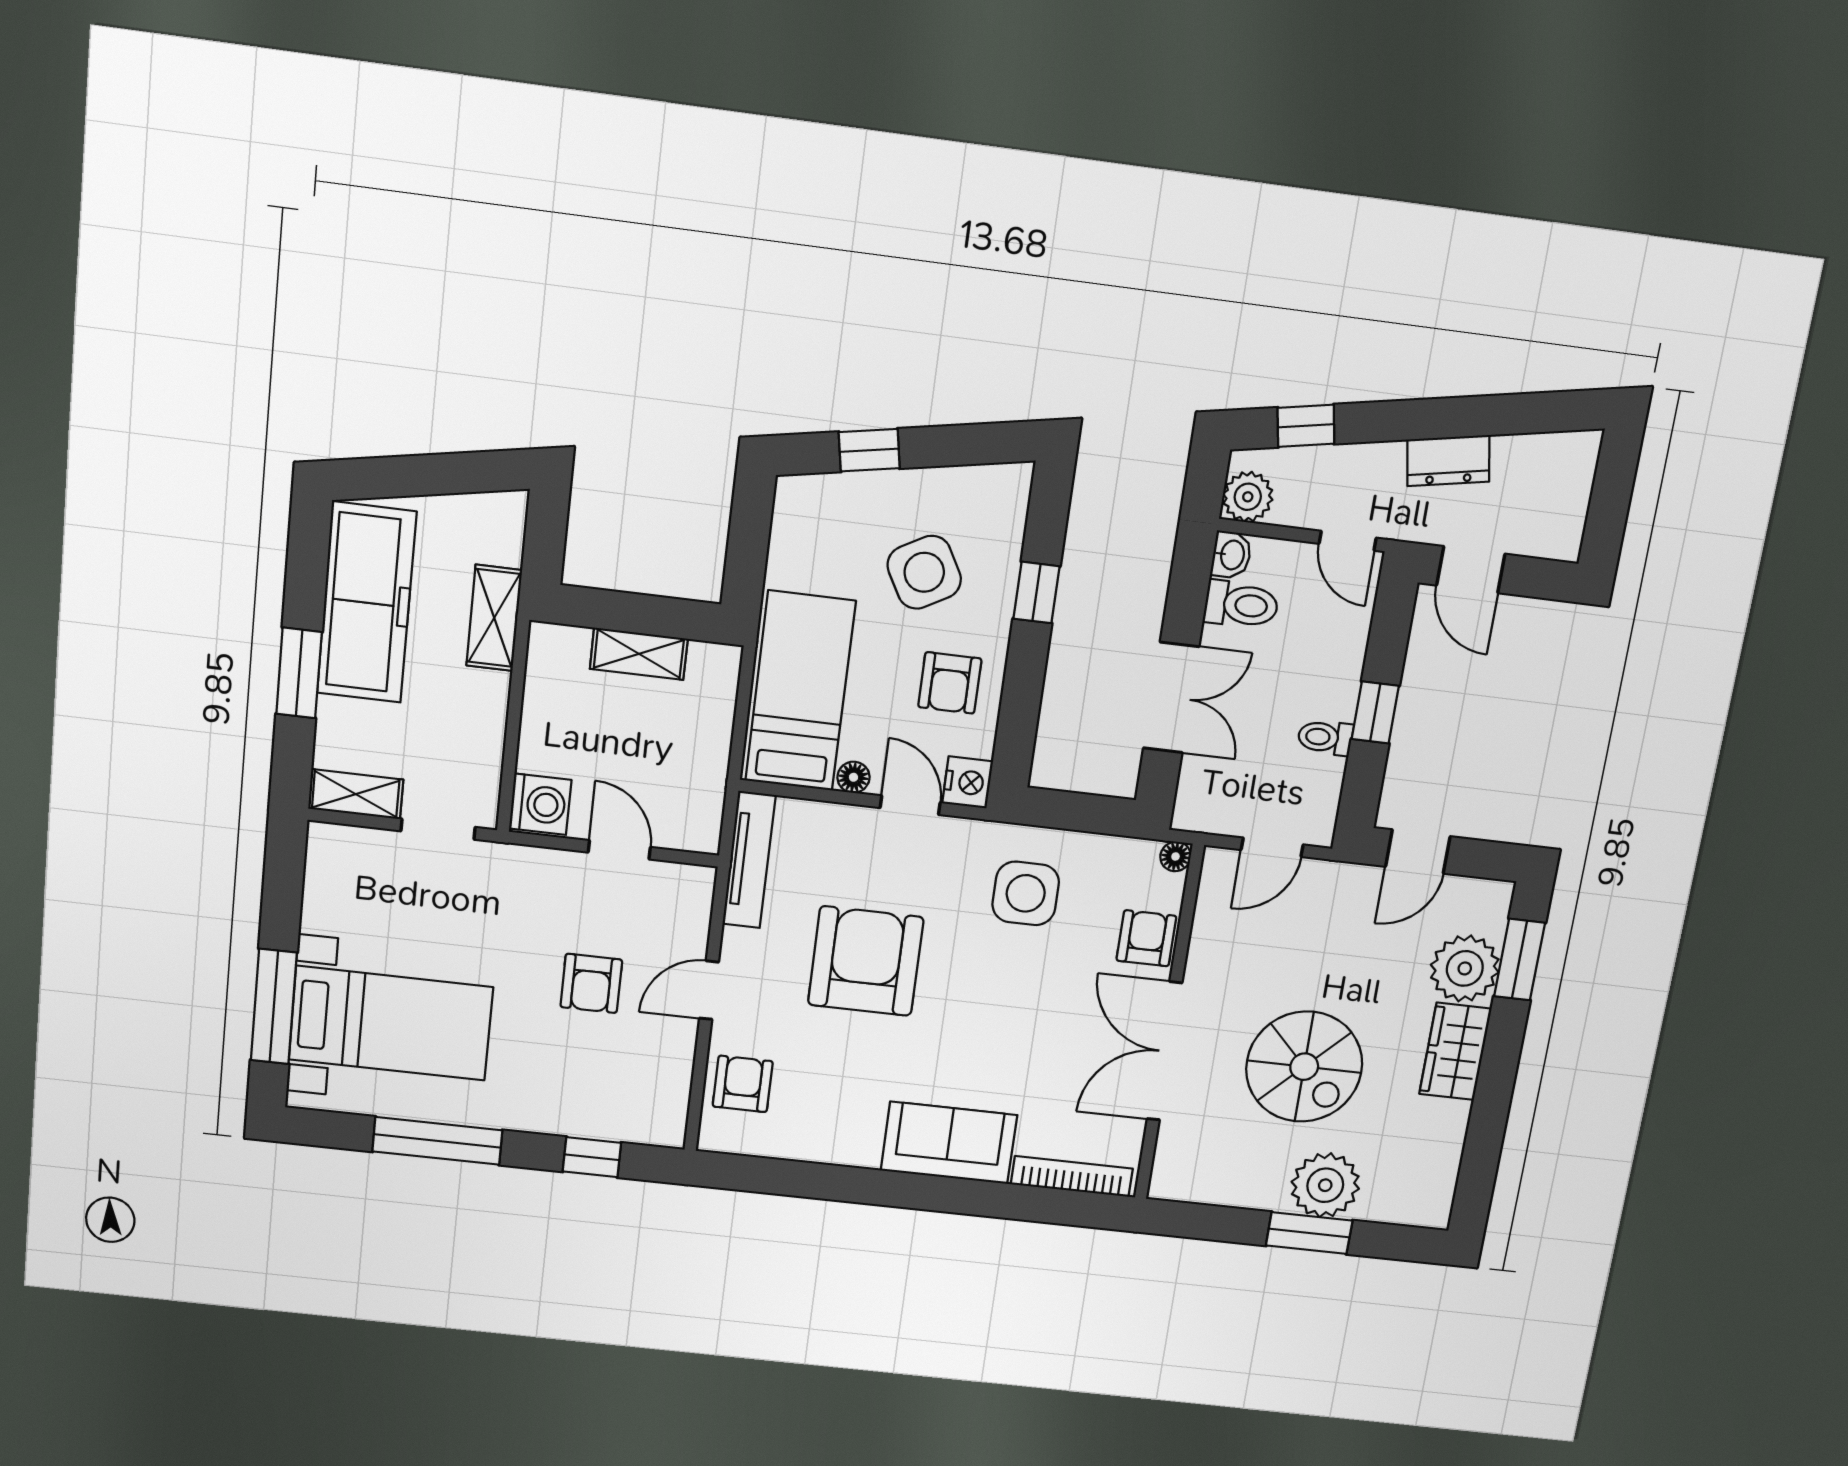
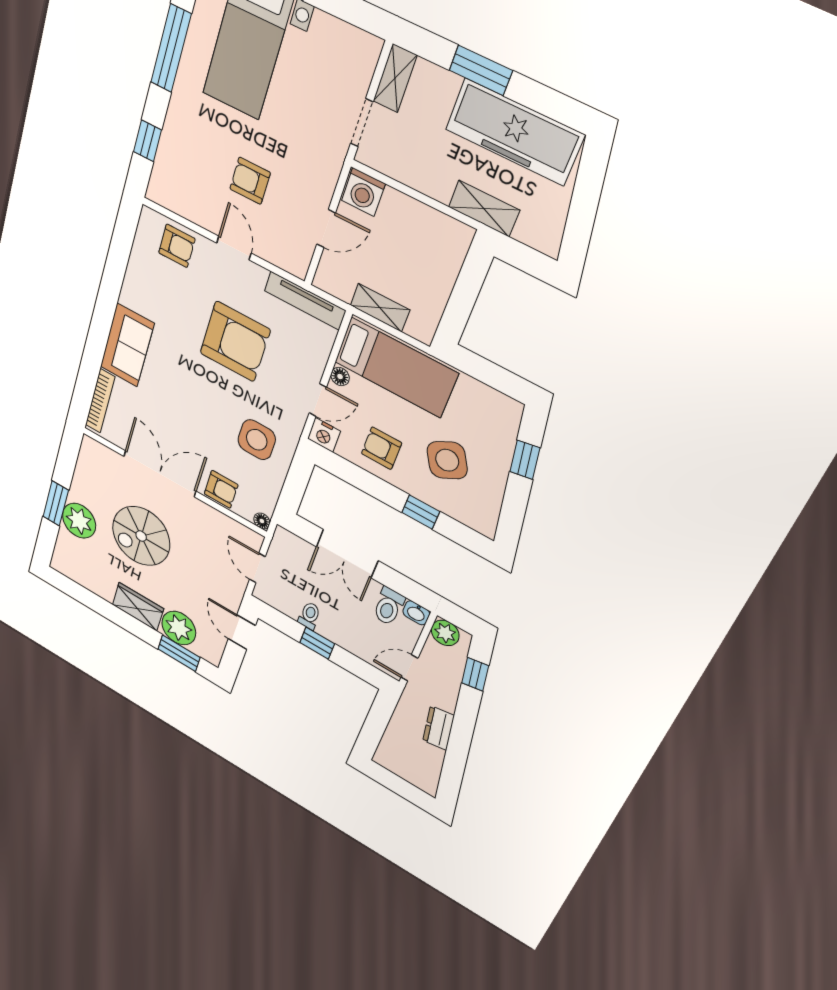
door: (1471, 570) -> (380, 714), removed
shelving: (639, 654) -> (380, 308), moved, turned 90

